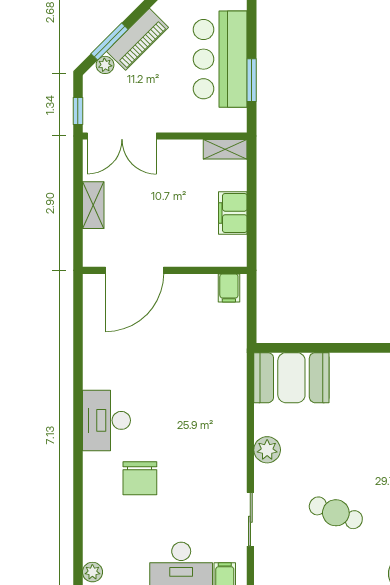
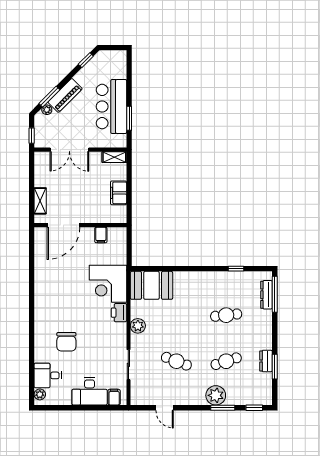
double door: (122, 136) -> (69, 150), moved
shelving: (93, 205) -> (40, 201), moved
filing cabinet: (229, 288) -> (101, 235), moved
corner desk: (214, 375) -> (108, 284), added
desk: (106, 420) -> (48, 375), moved, width x0.73
printer: (233, 426) -> (119, 313), added

